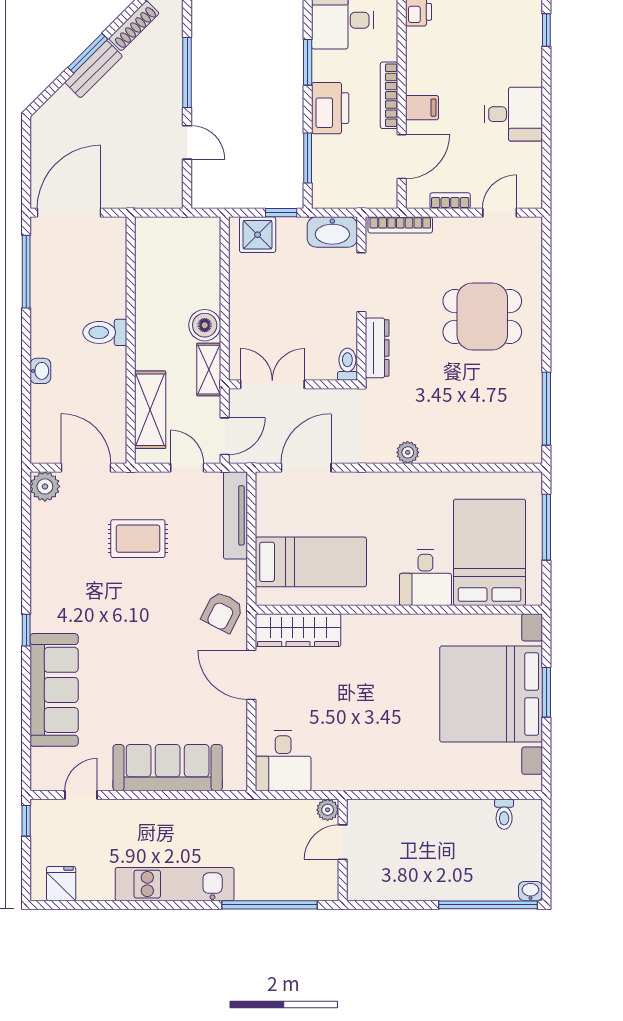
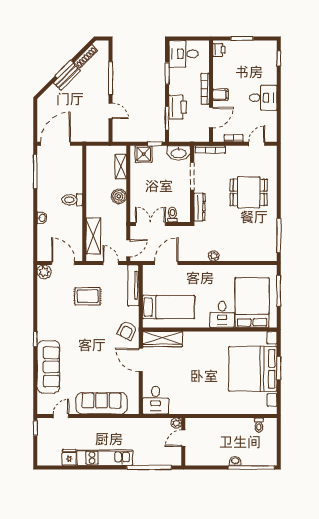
printer: (330, 108) -> (178, 107), moved
toilet: (347, 364) -> (172, 215), moved
shelving: (209, 370) -> (121, 167), moved
fridge: (61, 884) -> (69, 457), moved
washbasin: (530, 891) -> (235, 461), moved

